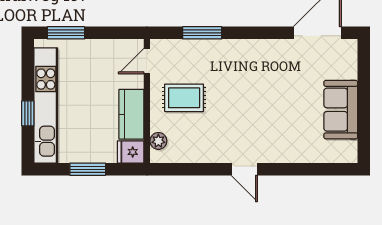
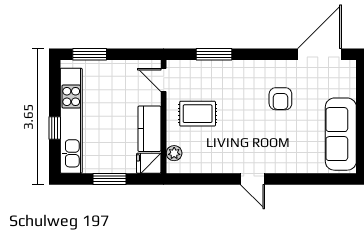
door: (147, 61) -> (164, 80), hinge flipped
armchair: (275, 81) -> (280, 99), added
sofa: (341, 110) -> (341, 134), width x1.36

